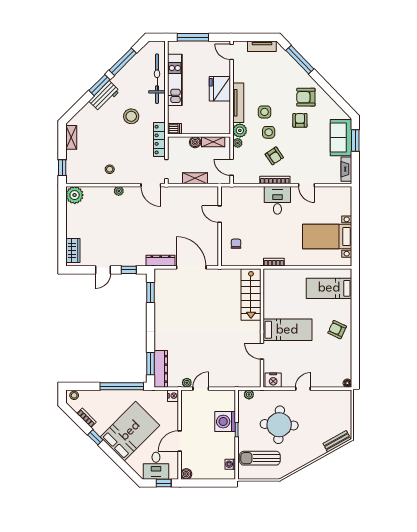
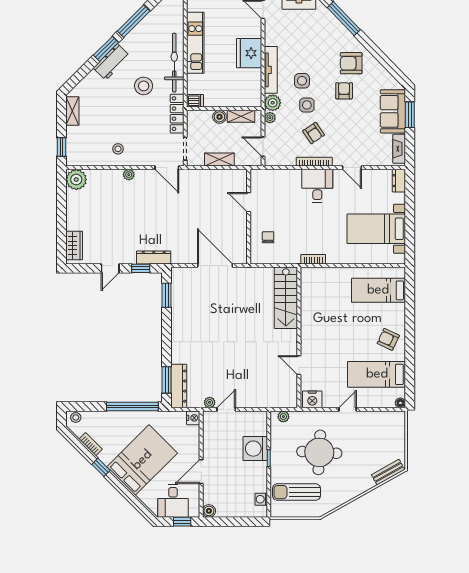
bicycle: (157, 79) -> (174, 63), moved
dresser: (346, 196) -> (399, 181), added
dresser: (161, 261) -> (154, 257), moved
bed: (287, 330) -> (377, 374), moved, turned 180

